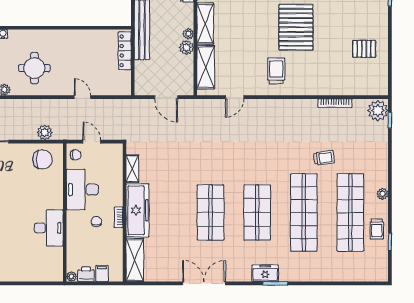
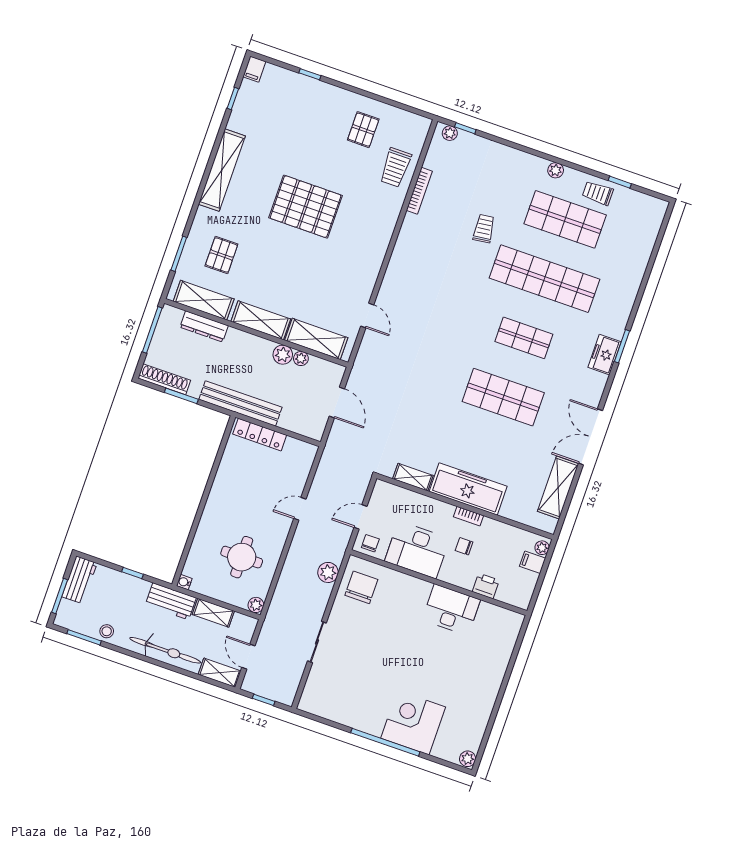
plant: (188, 34) -> (301, 358), moved
trolley: (276, 71) -> (395, 167), moved, turned -90
door: (166, 97) -> (337, 402), hinge flipped
plant: (378, 111) -> (450, 133), width x0.53, depth x0.53
shop shelf: (257, 213) -> (524, 338), width x0.70, depth x0.74
shop shelf: (350, 213) -> (565, 219), width x0.71
trolley: (377, 229) -> (598, 193), turned 180
shelving: (135, 260) -> (558, 487), moved, turned 90
printer: (86, 274) -> (486, 586), moved, turned 90
plant: (72, 277) -> (542, 548), moved

